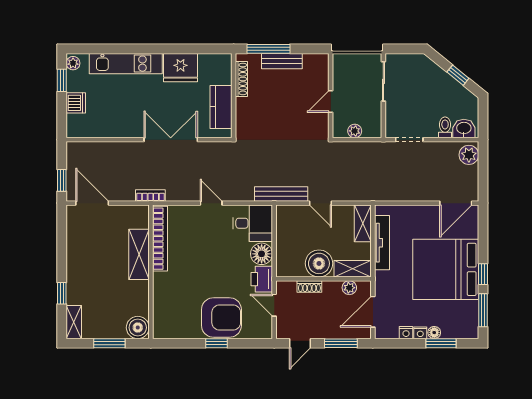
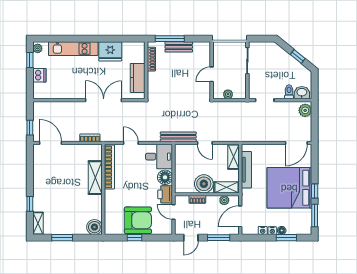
bookcase: (160, 239) -> (109, 167), moved
shelving: (139, 254) -> (95, 178), moved
wall: (151, 272) -> (103, 189), moved
boiler: (138, 328) -> (94, 227), moved

